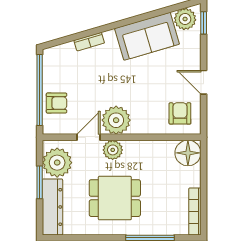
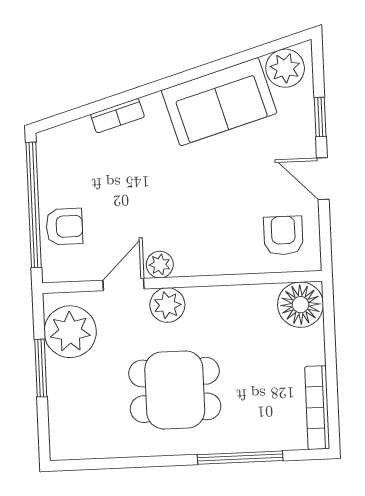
window: (204, 23) -> (320, 117), moved
plant: (116, 120) -> (160, 265), width x0.53, depth x0.53
dresser: (52, 207) -> (65, 410), removed

